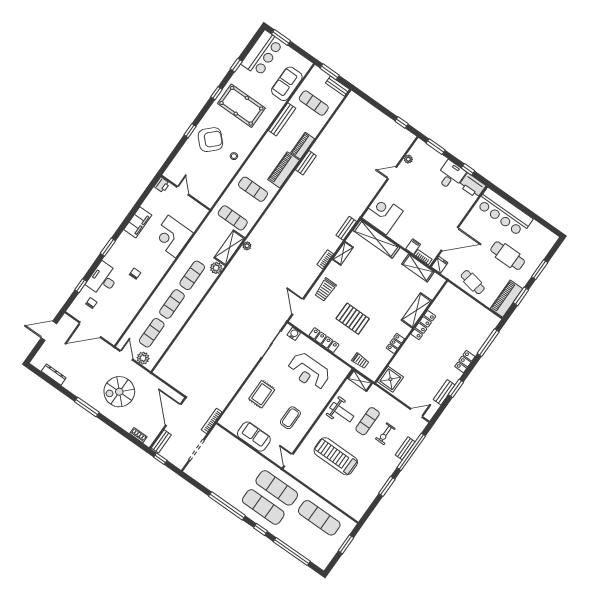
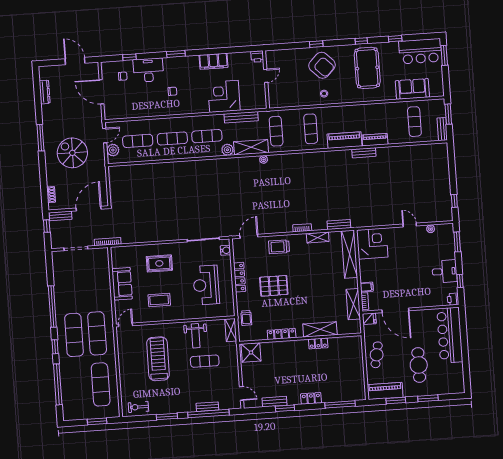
bench: (282, 119) -> (241, 117), moved
printer: (472, 186) -> (453, 299), width x0.53, depth x0.68
pallet: (353, 319) -> (274, 286), turned 90
locker: (423, 325) -> (318, 343), width x0.66
locker: (395, 343) -> (282, 334), width x1.53
exercise bike: (385, 434) -> (138, 407), moved

